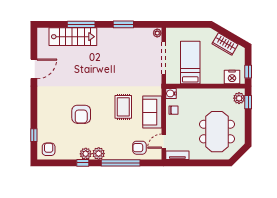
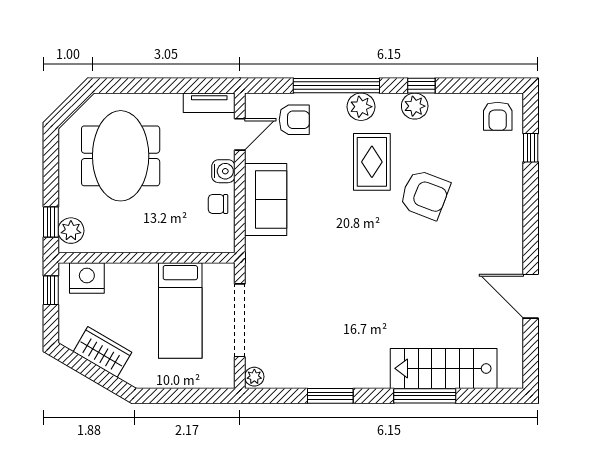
door: (34, 69) -> (531, 296), hinge flipped
water cooler: (171, 93) -> (223, 171), moved
rug: (123, 107) -> (372, 162), moved
armchair: (81, 114) -> (425, 195), turned 111
plant: (99, 154) -> (361, 107), moved

